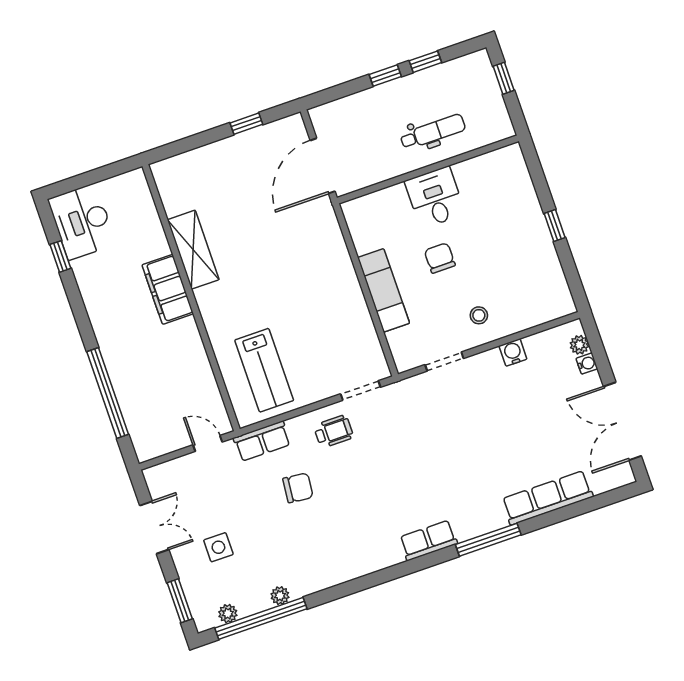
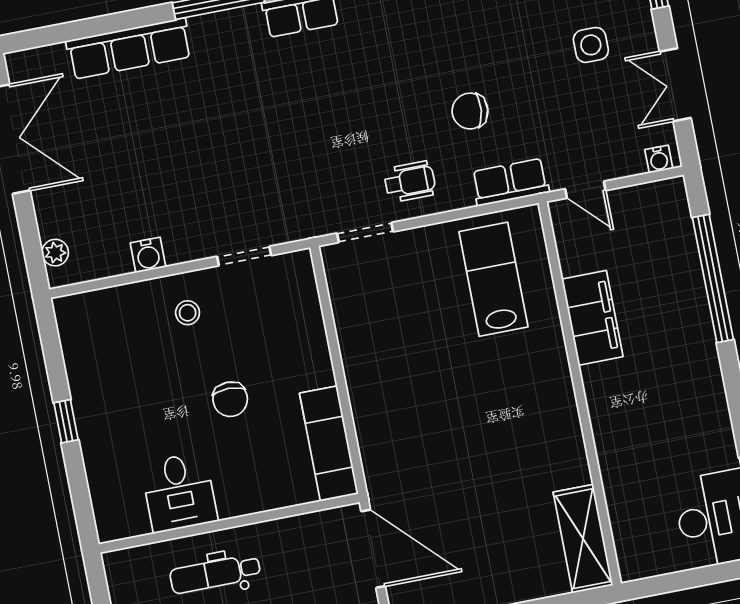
door: (323, 166) -> (373, 549), hinge flipped
desk: (435, 197) -> (179, 492), moved
shelving: (193, 250) -> (583, 539), moved
filing cabinet: (168, 289) -> (592, 318), moved
exam couch: (383, 290) -> (329, 444), moved
water cooler: (587, 364) -> (659, 159), moved, turned -90
wheelchair: (334, 431) -> (410, 182), turned 180

